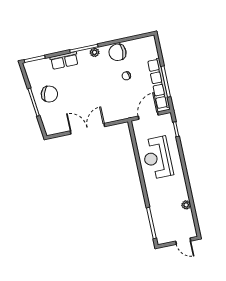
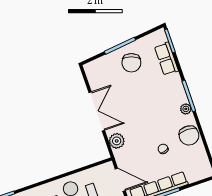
chair: (118, 52) -> (189, 135), turned 180
row of seats: (64, 61) -> (166, 59), moved
plant: (115, 115) -> (117, 141), added

